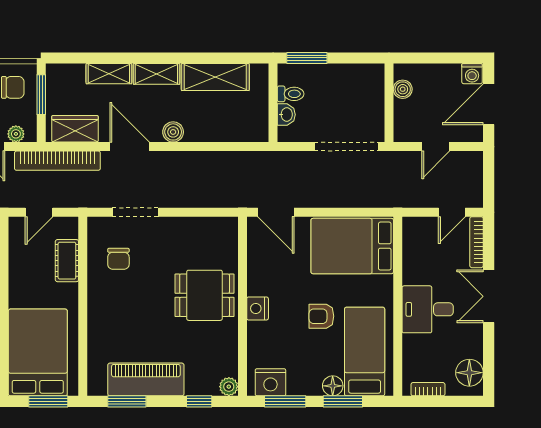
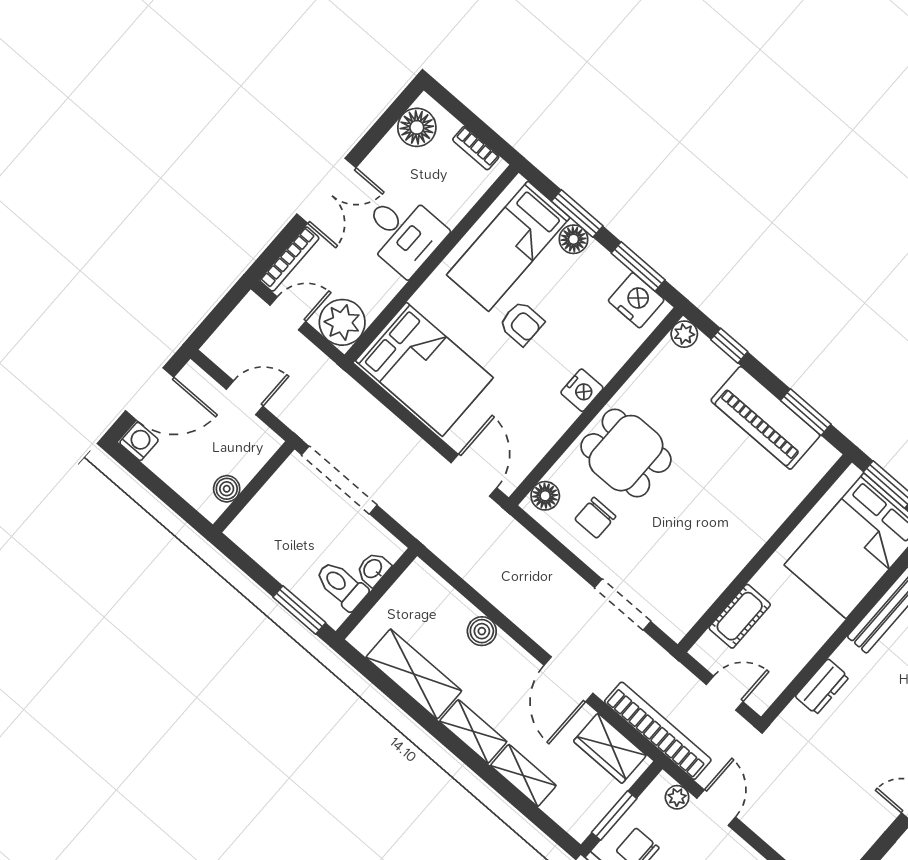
toilet: (291, 94) -> (341, 585), width x1.37, depth x1.39
boiler: (173, 132) -> (482, 631), moved
plant: (418, 233) -> (342, 322), added
floor lamp: (228, 234) -> (545, 496), added
chair: (118, 259) -> (595, 518), moved, turned 180

